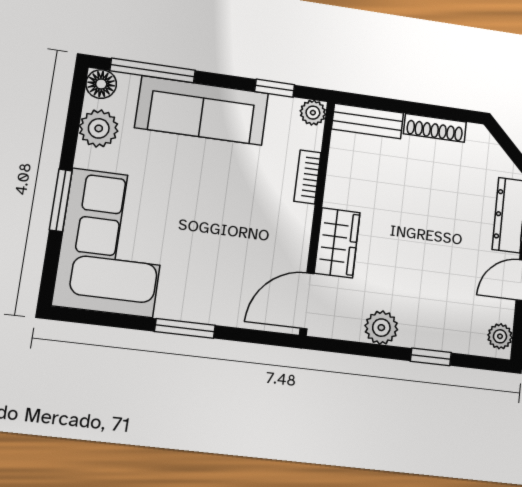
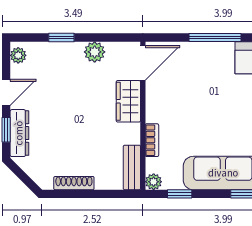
bench: (368, 121) -> (132, 167), moved, turned 90
window: (185, 328) -> (215, 38), width x1.44

